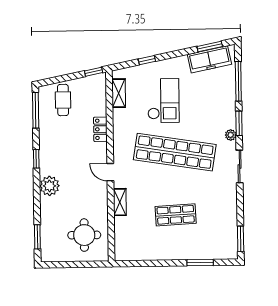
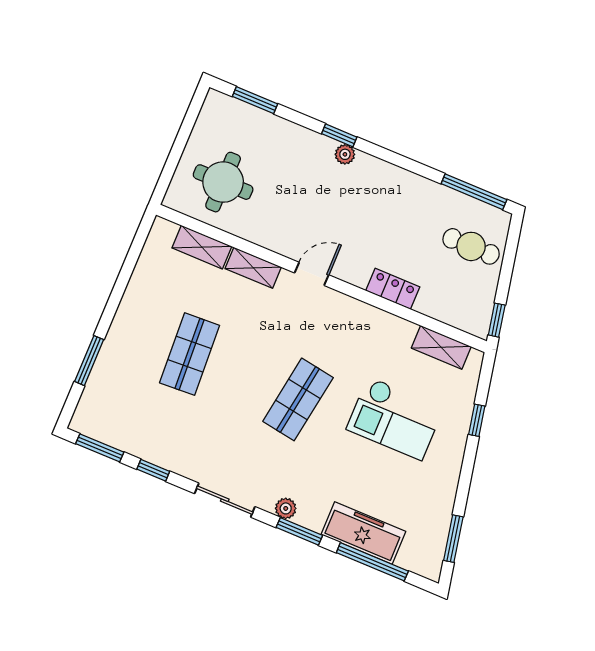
freezer: (209, 59) -> (363, 533), moved, turned 101
shop shelf: (175, 152) -> (298, 399), width x0.50, depth x0.74
window: (36, 159) -> (339, 135), moved
plant: (49, 186) -> (345, 154), width x0.53, depth x0.53
window: (240, 208) -> (153, 470), added
shelving: (121, 232) -> (202, 247), added

